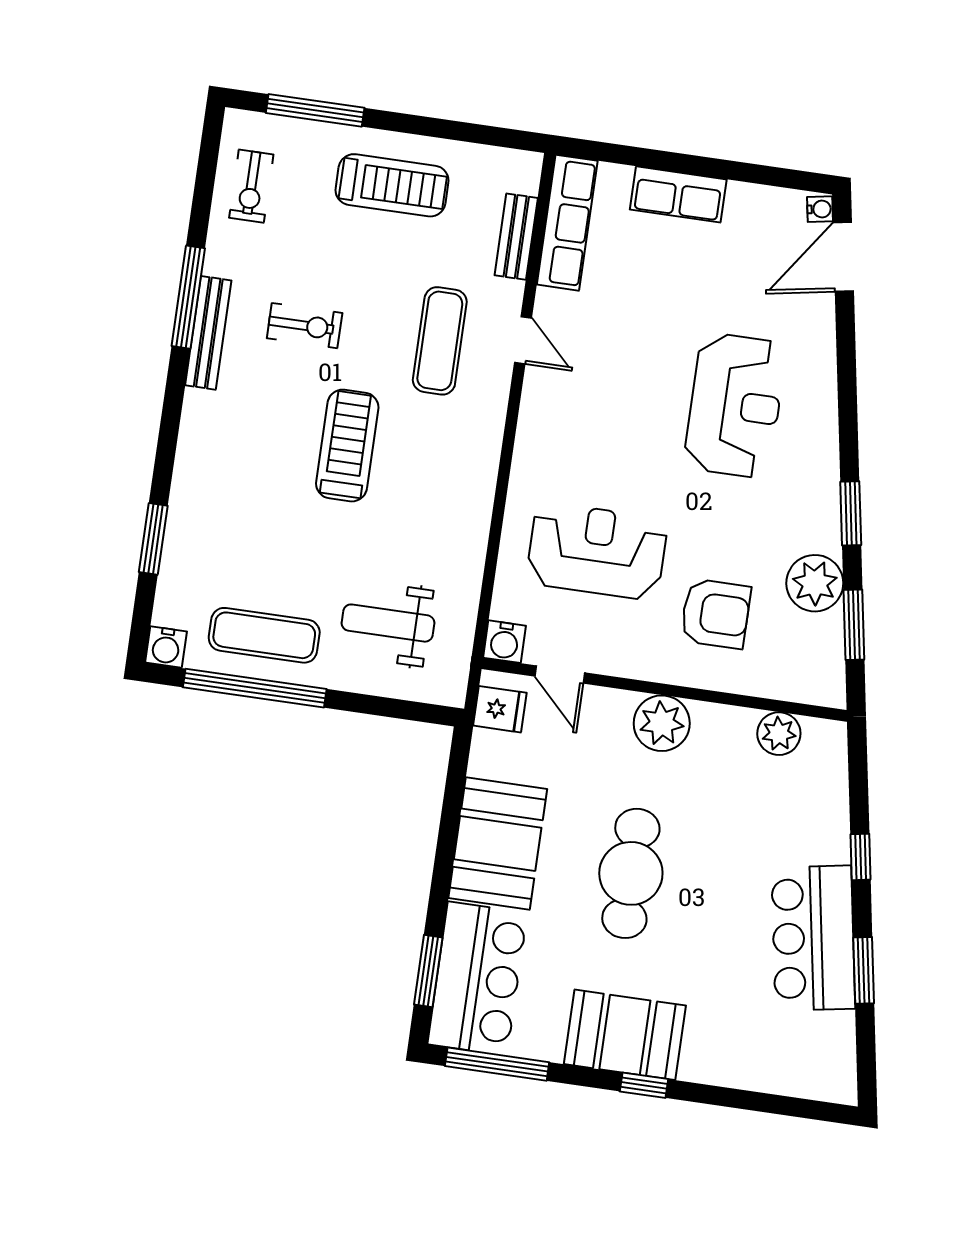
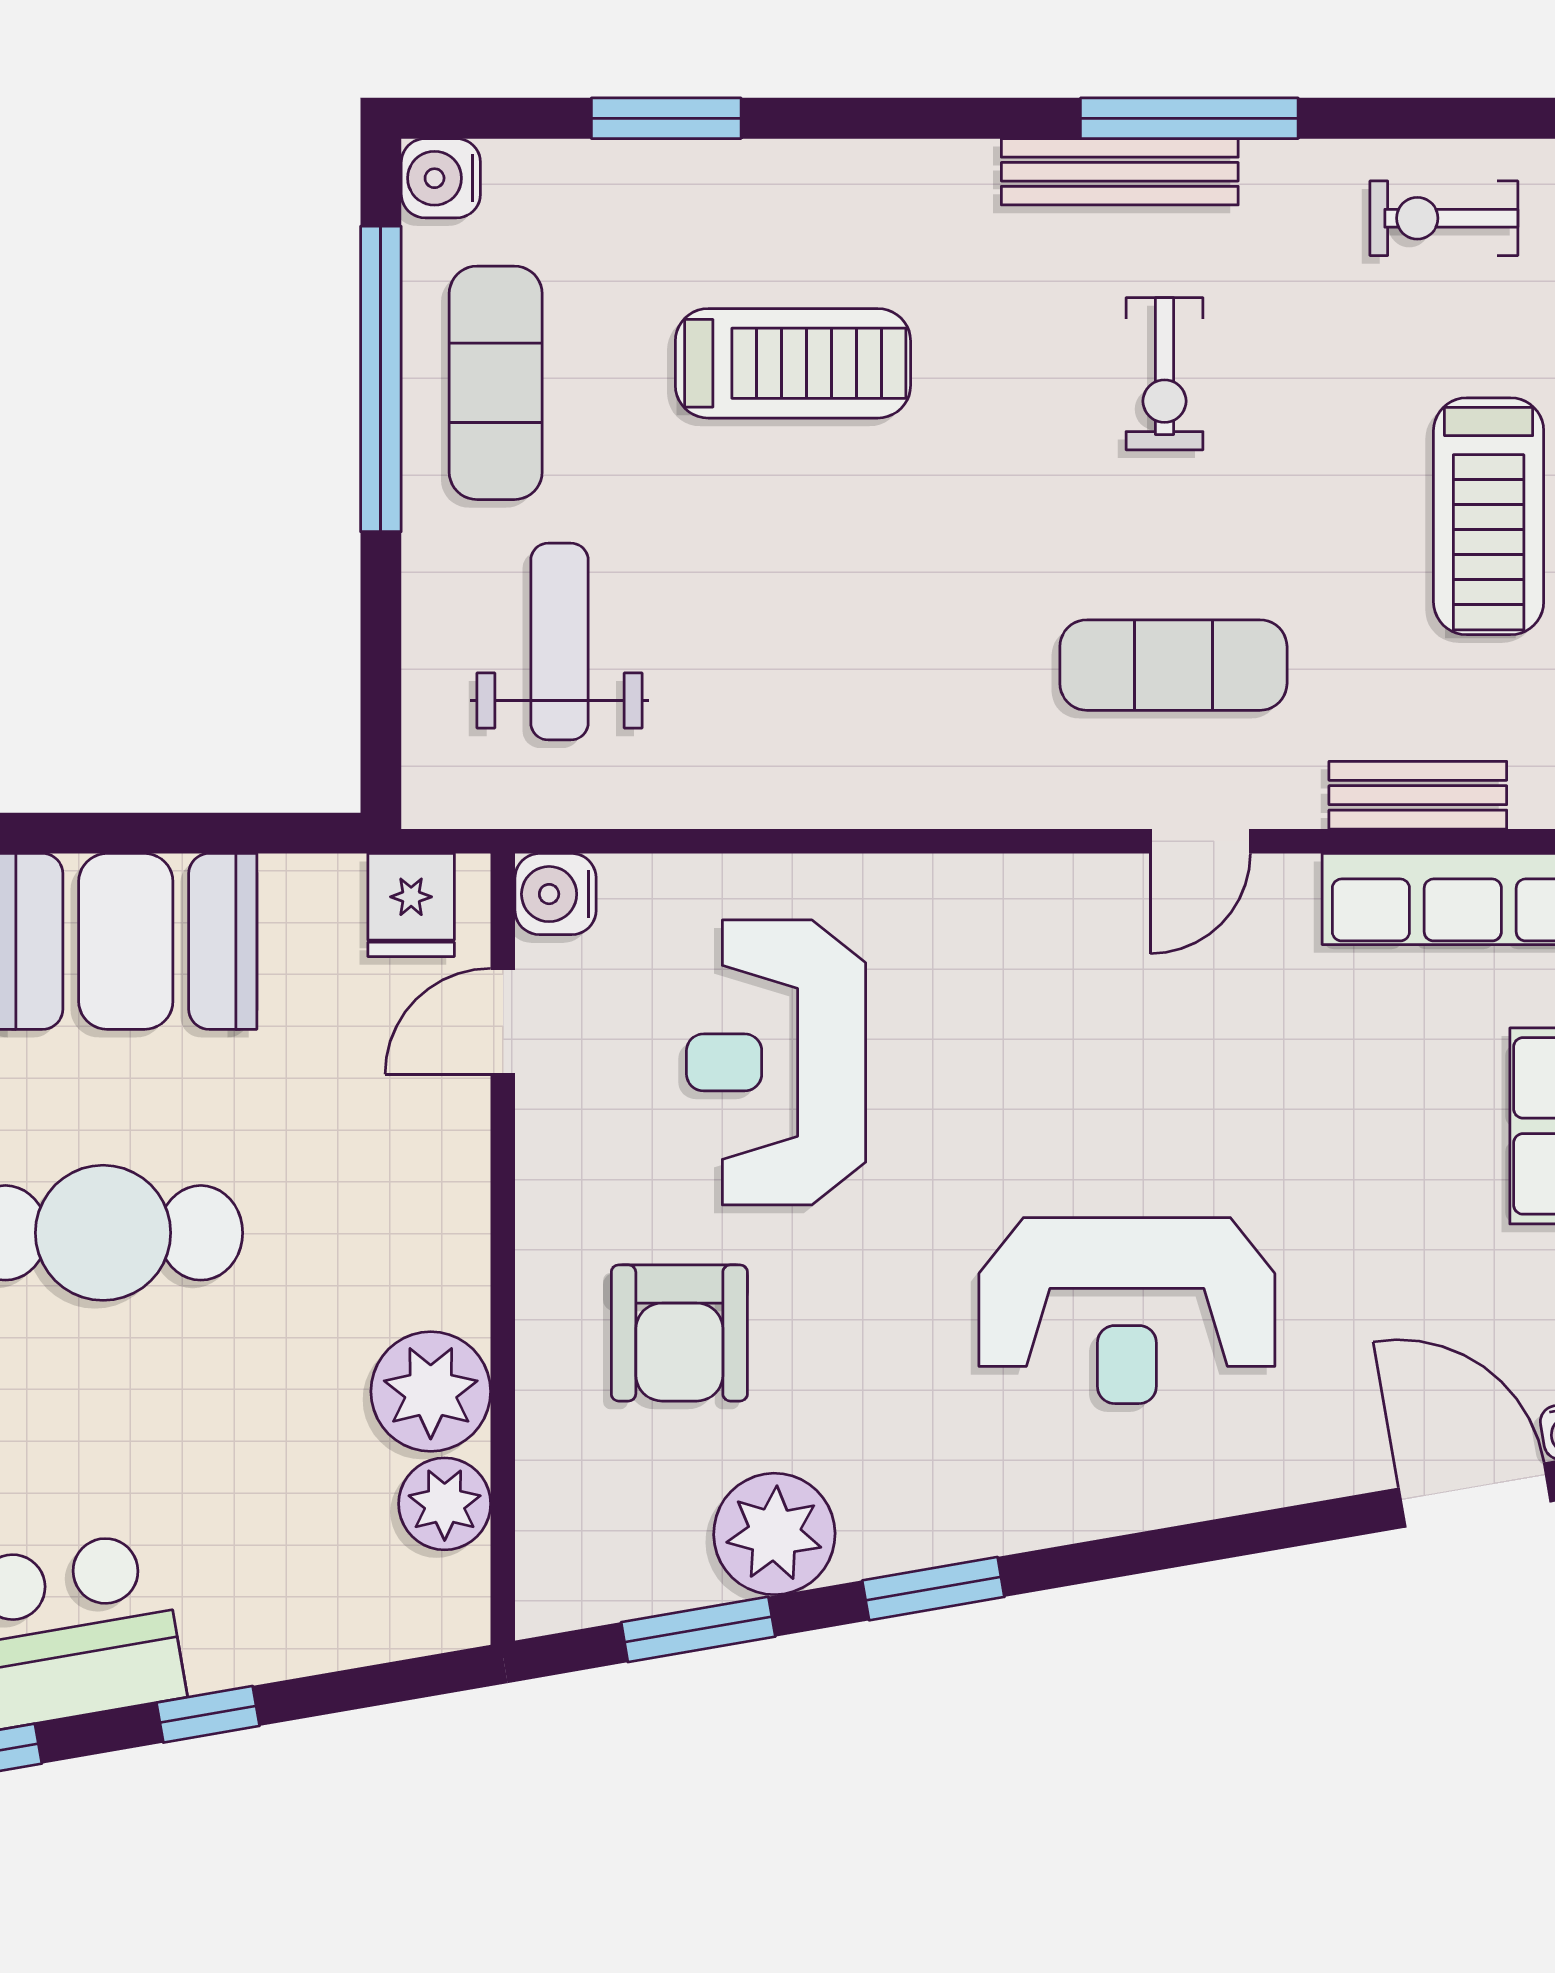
treadmill: (347, 446) -> (793, 363), moved
reception desk: (597, 551) -> (776, 1062), turned 180
plant: (662, 723) -> (431, 1391), moved

